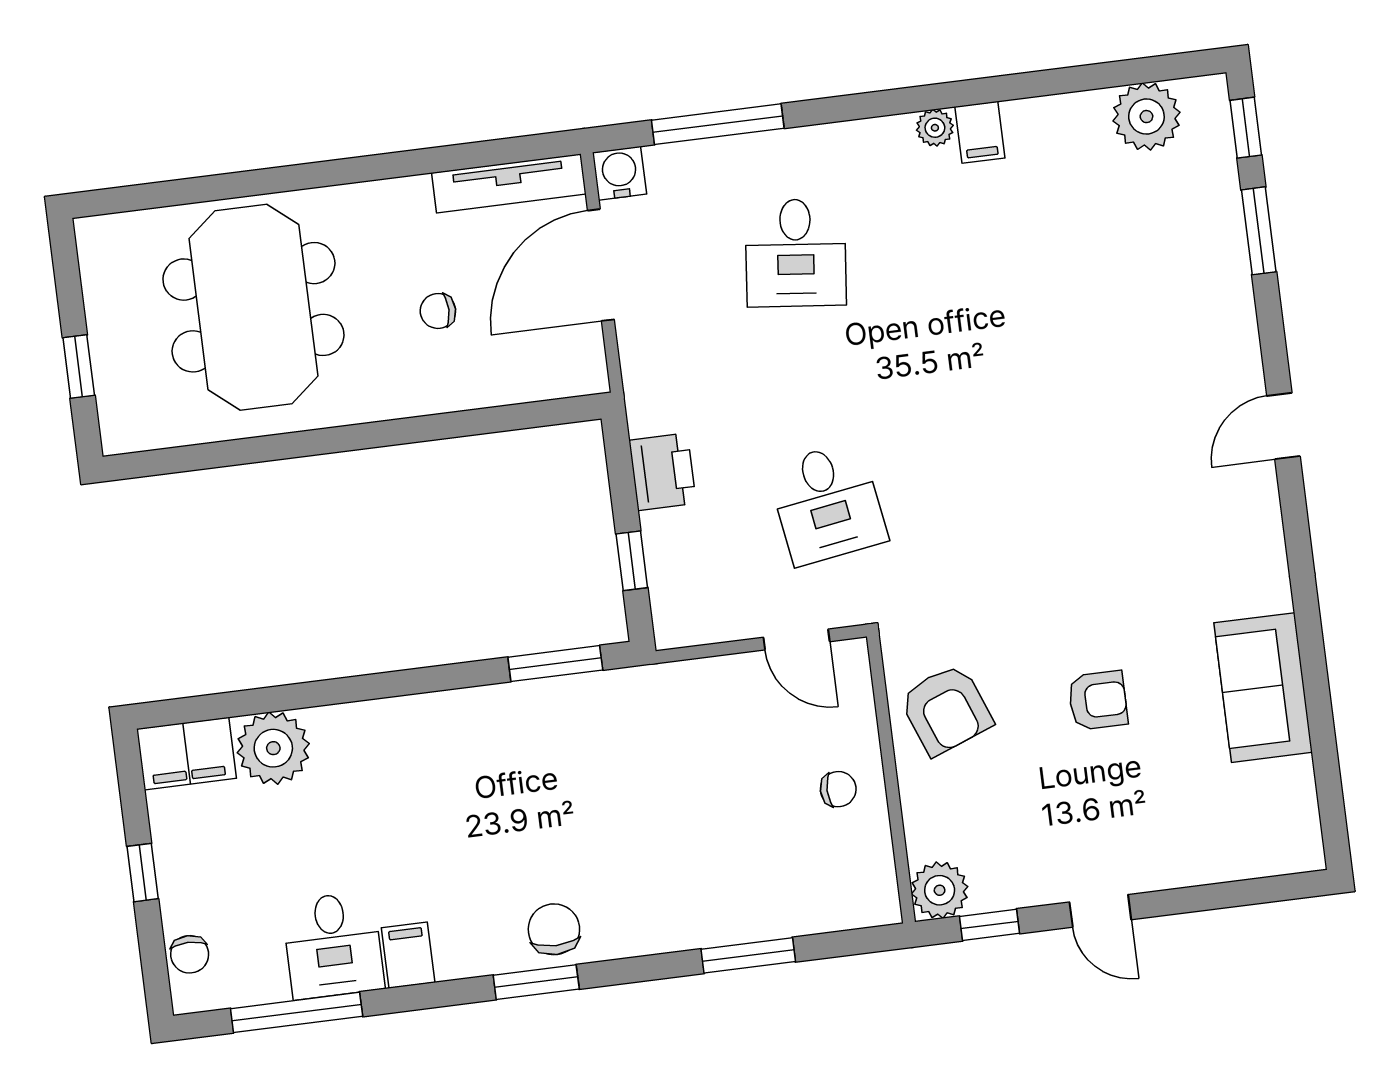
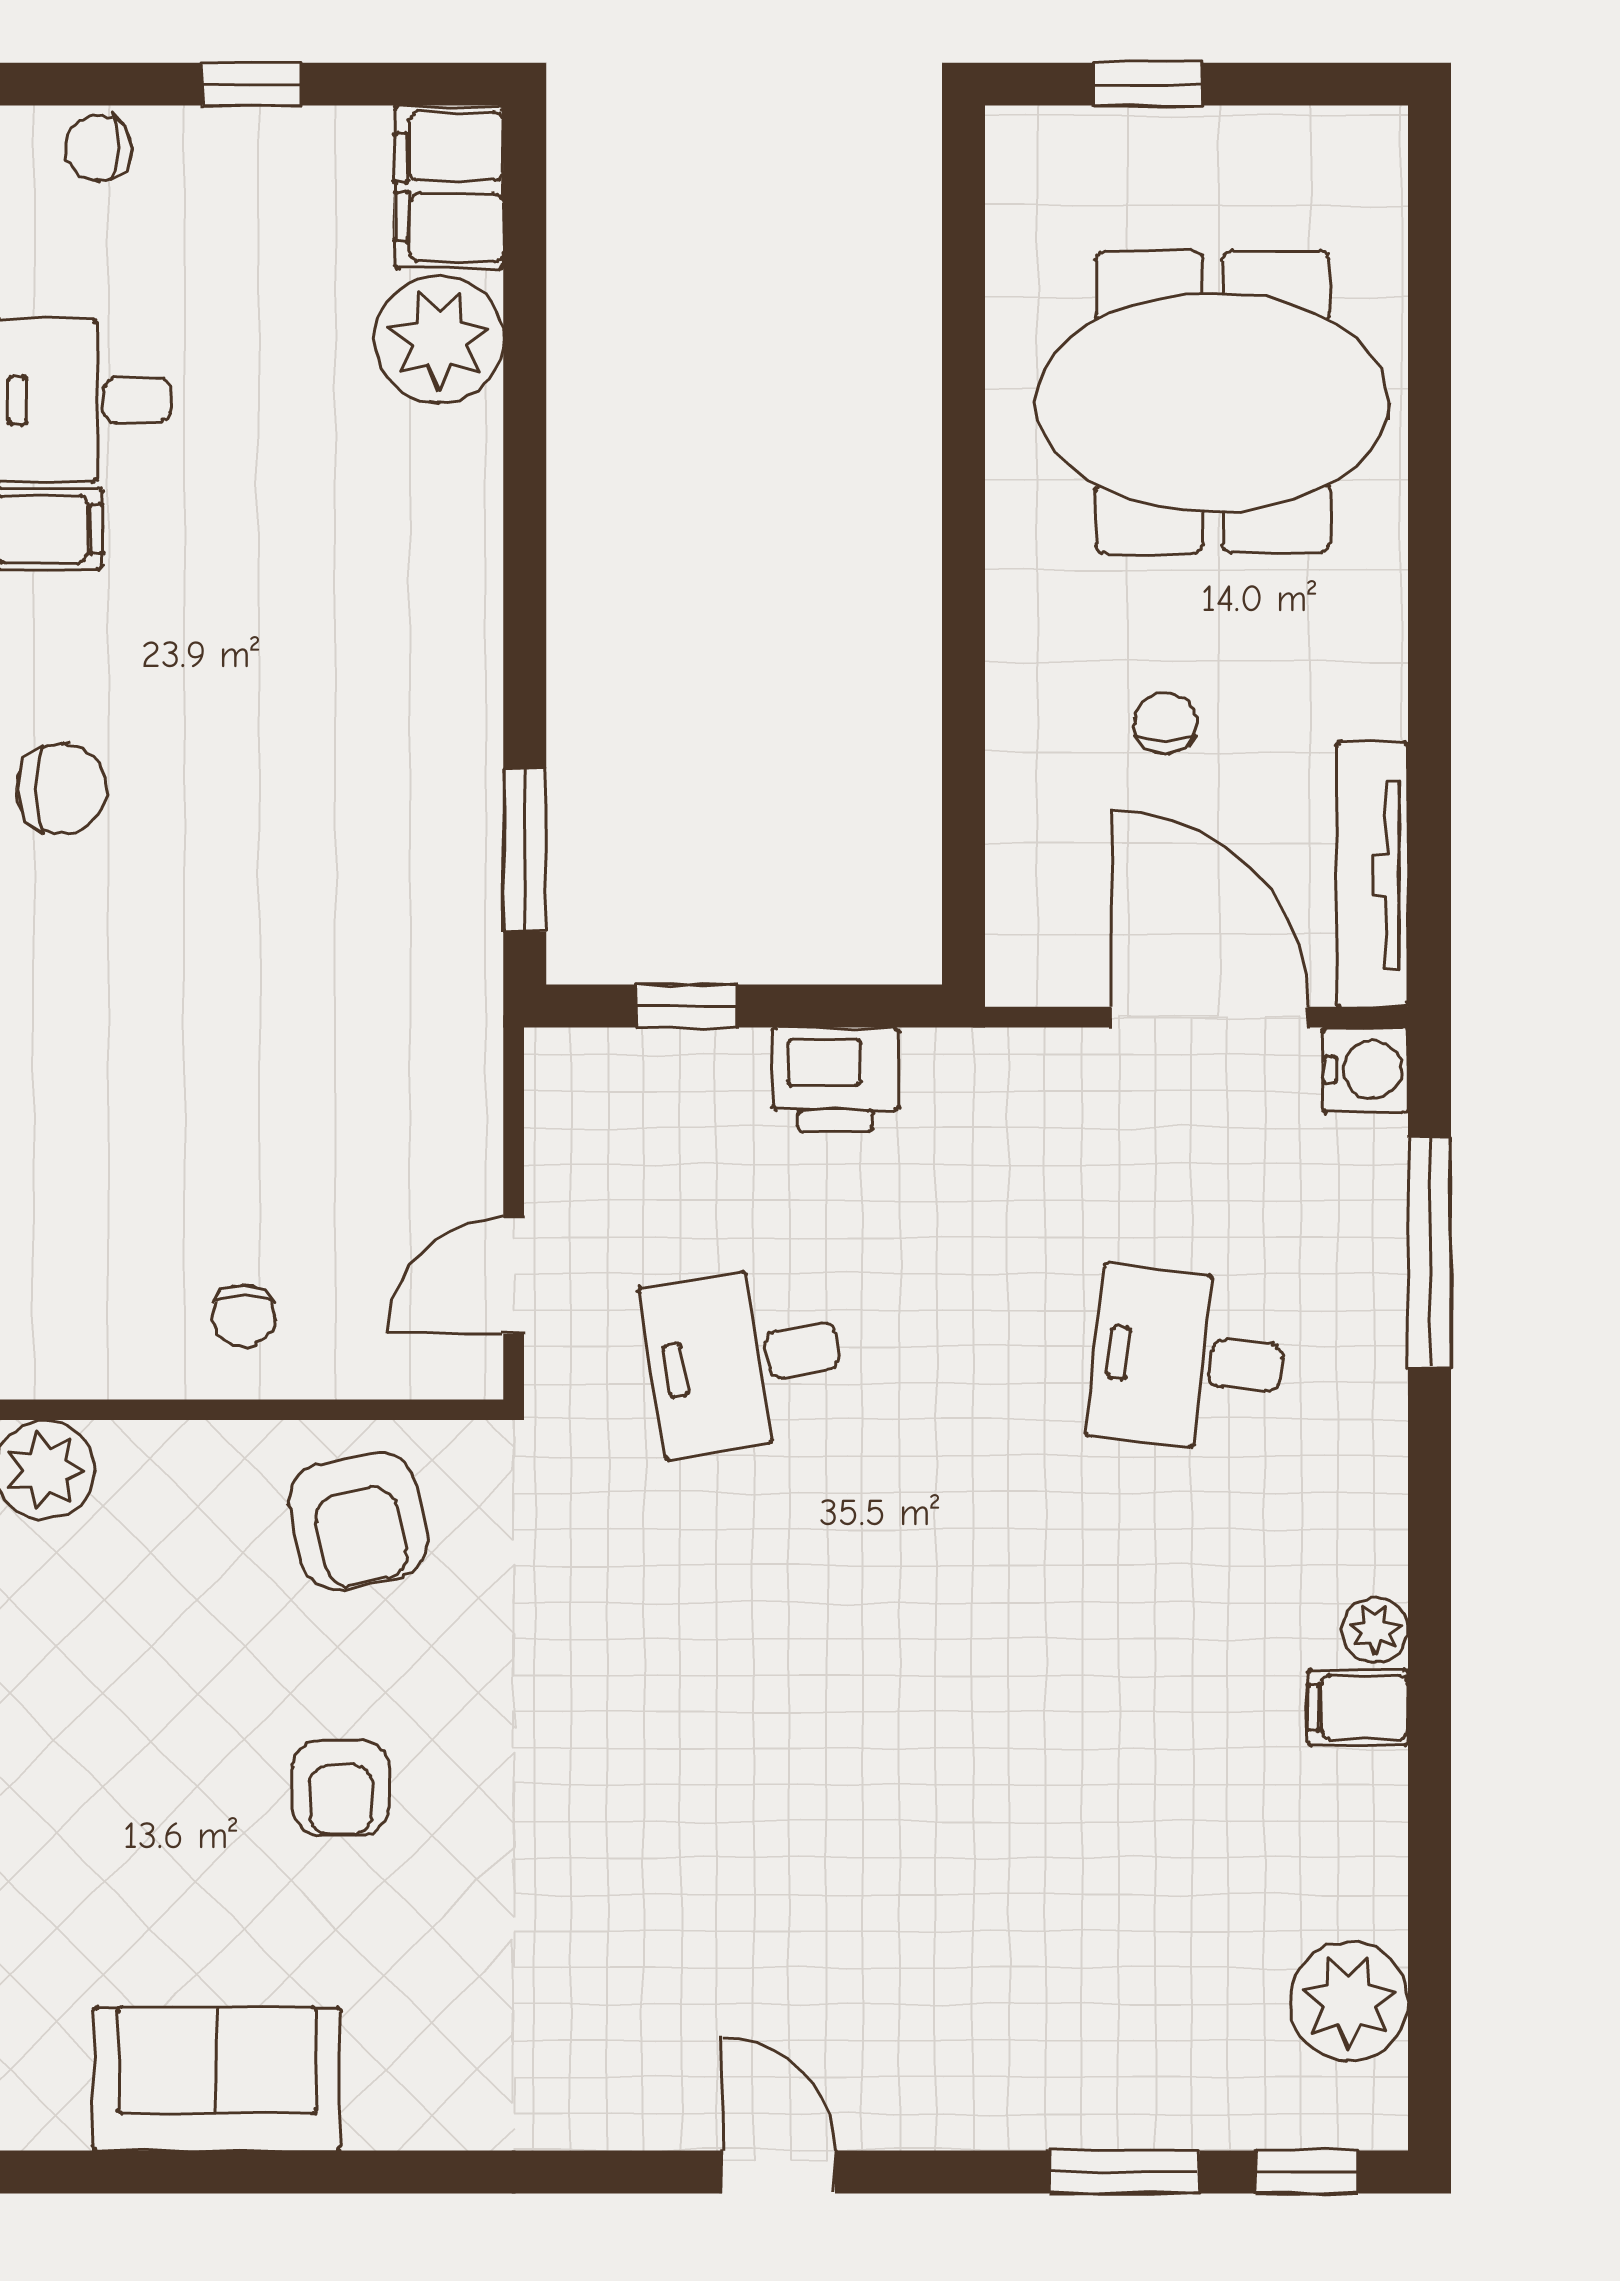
sofa: (1263, 688) -> (217, 2079), moved
armchair: (946, 710) -> (358, 1521), turned -80

